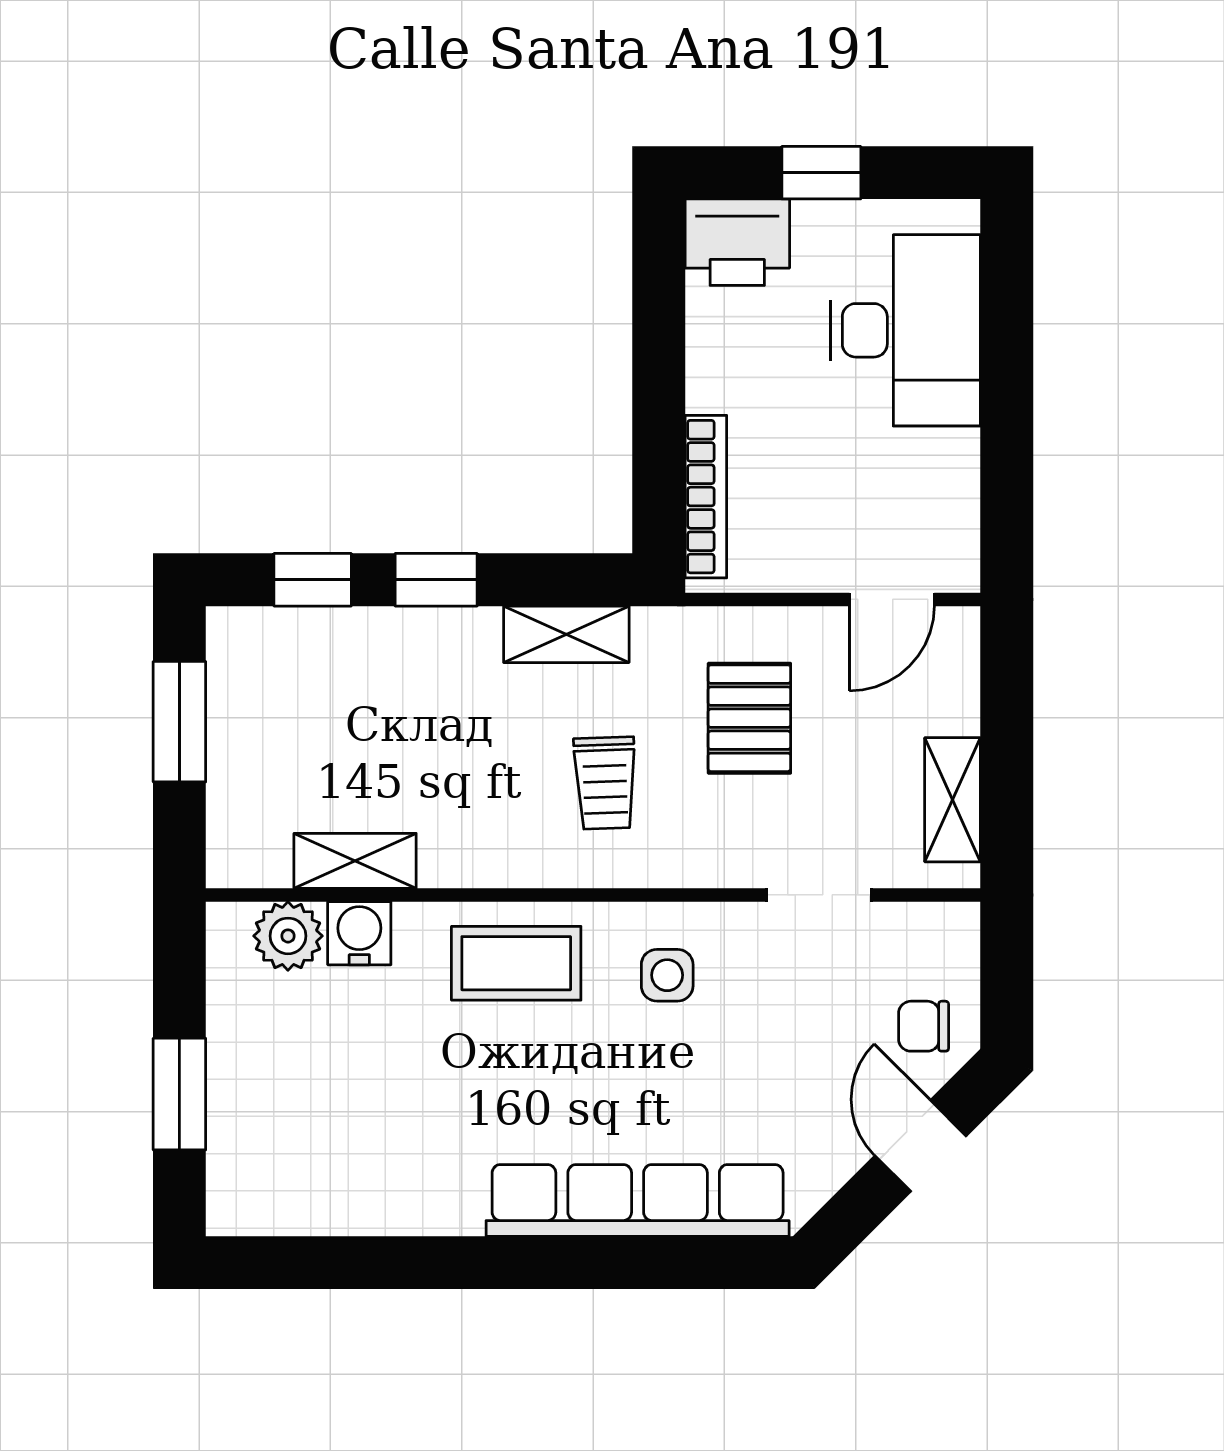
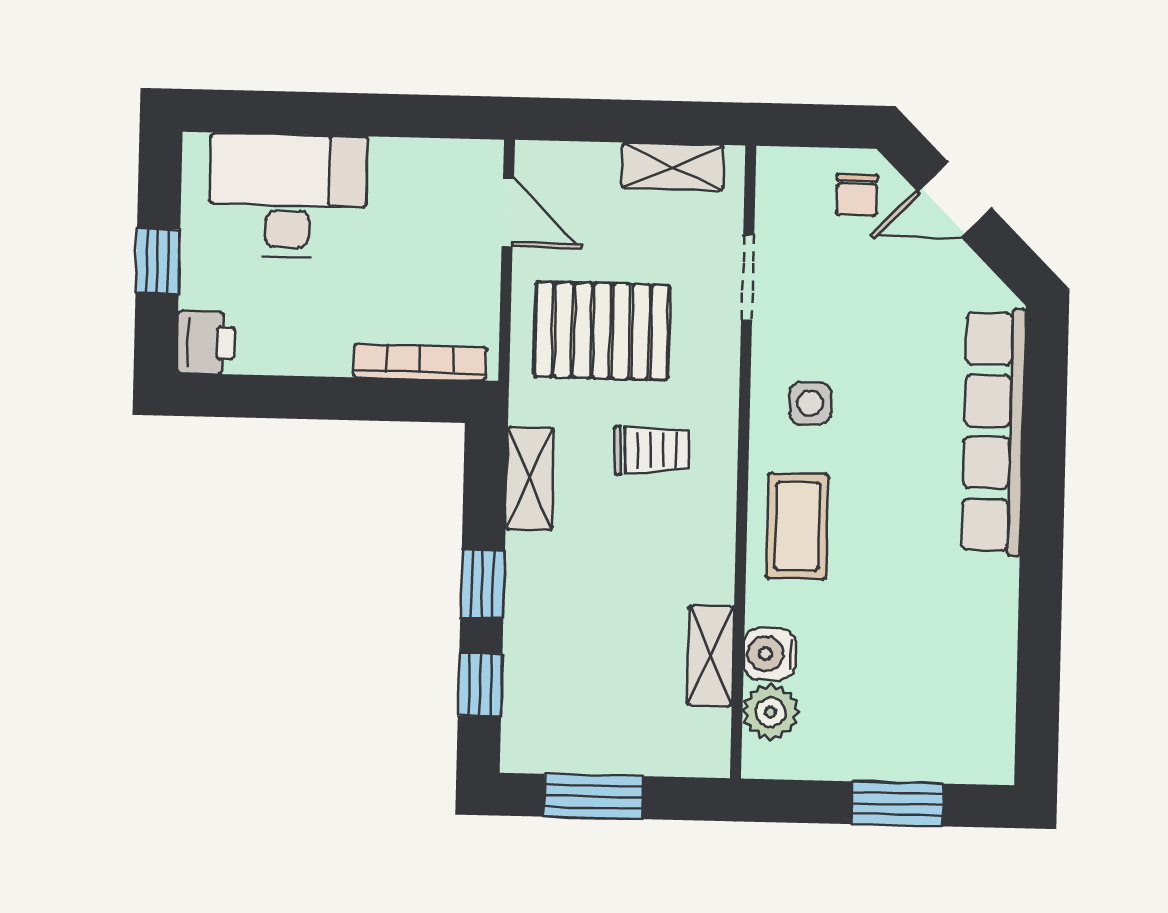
printer: (737, 242) -> (206, 342), width x0.73, depth x0.81
pallet: (749, 718) -> (602, 331), width x1.50, depth x1.42

